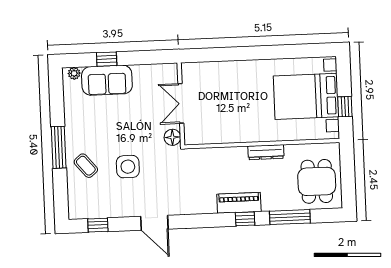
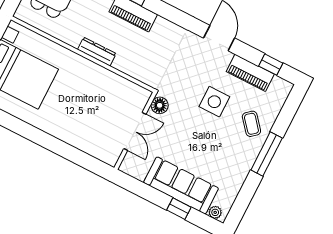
sofa: (107, 80) -> (181, 185), width x1.36
dresser: (266, 152) -> (97, 52), moved
piano: (111, 208) -> (250, 73), added

